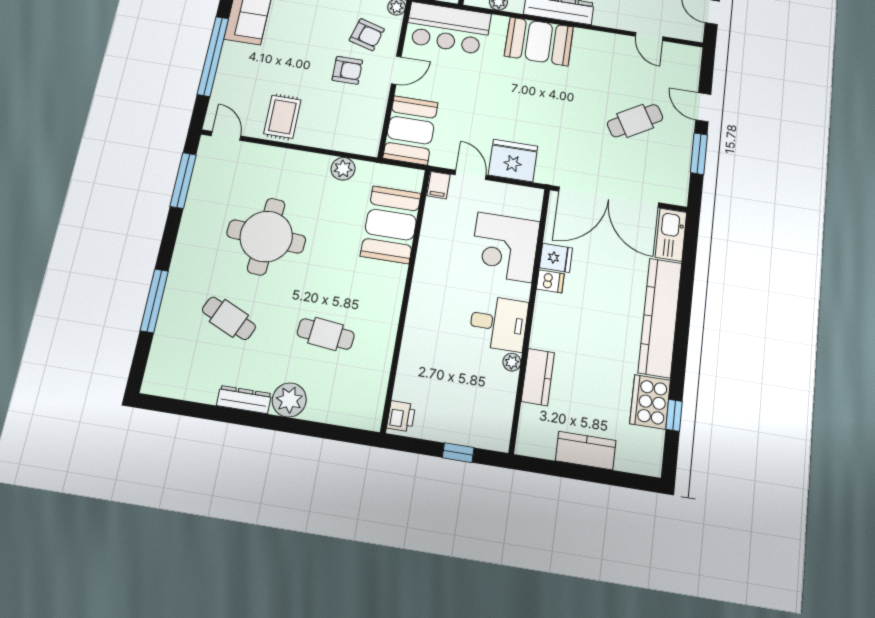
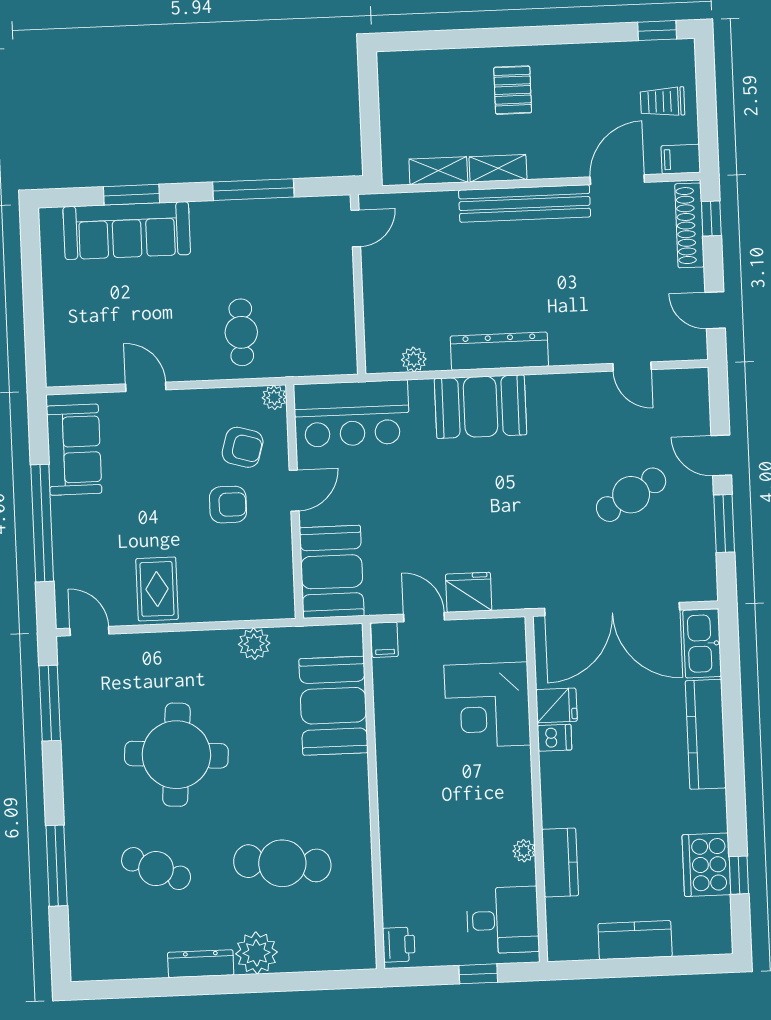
fridge: (513, 161) -> (469, 592), width x0.73, depth x0.75
kitchen counter: (660, 317) -> (706, 734), width x0.72, depth x0.86
desk: (498, 323) -> (503, 920), moved
cafe table: (326, 334) -> (282, 863), width x1.37, depth x1.35

